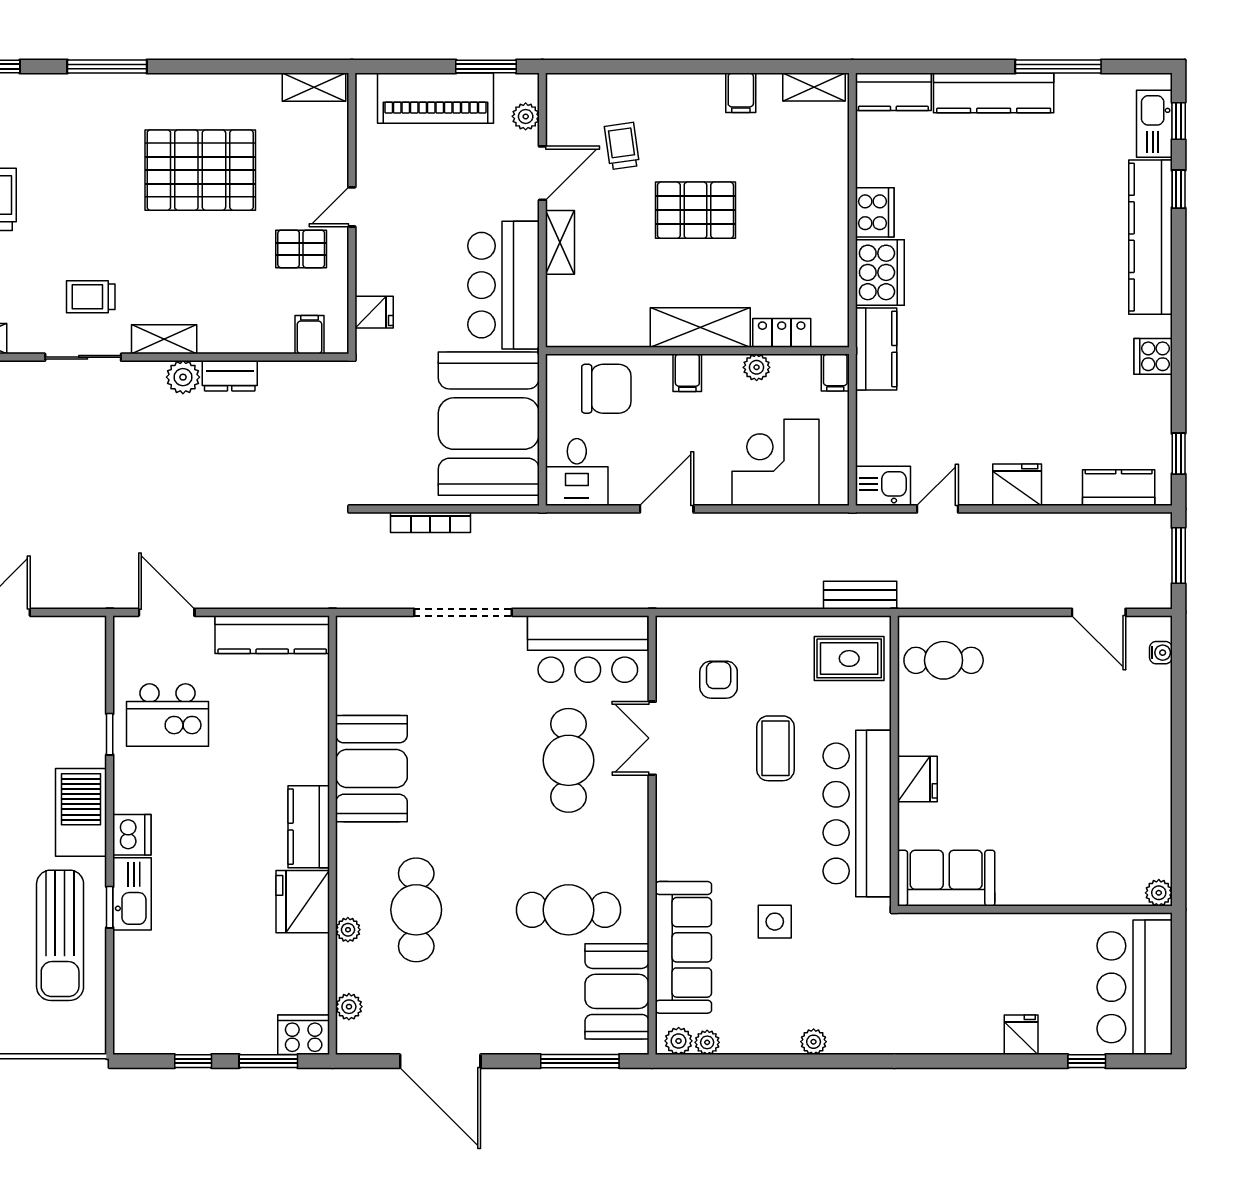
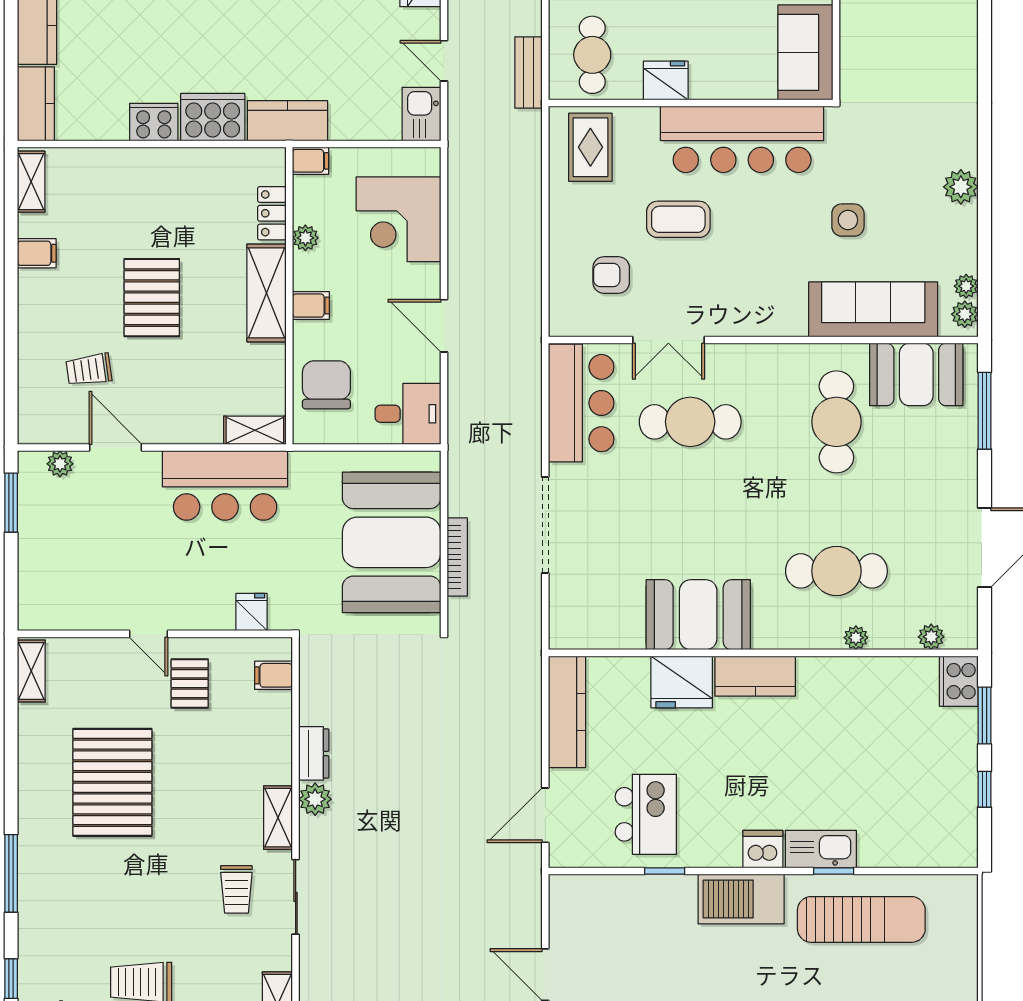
piano: (435, 98) -> (42, 552), removed
shelving: (560, 242) -> (255, 430), moved
booth: (489, 424) -> (392, 542), moved, turned 90
bench: (860, 595) -> (528, 72), moved
fridge: (917, 779) -> (666, 80), moved
fridge: (303, 902) -> (682, 682), moved
plant: (814, 1042) -> (961, 187), width x1.38, depth x1.38

